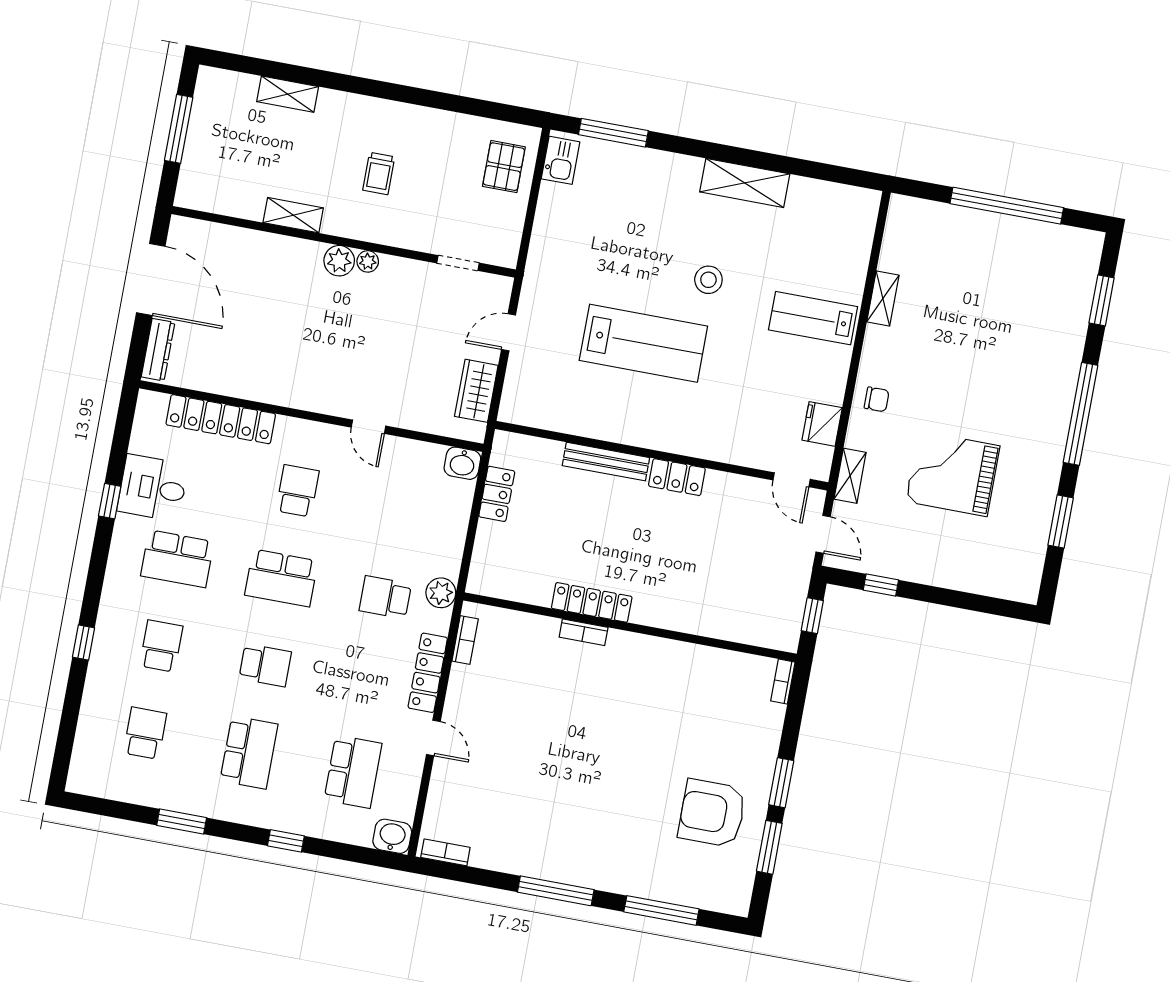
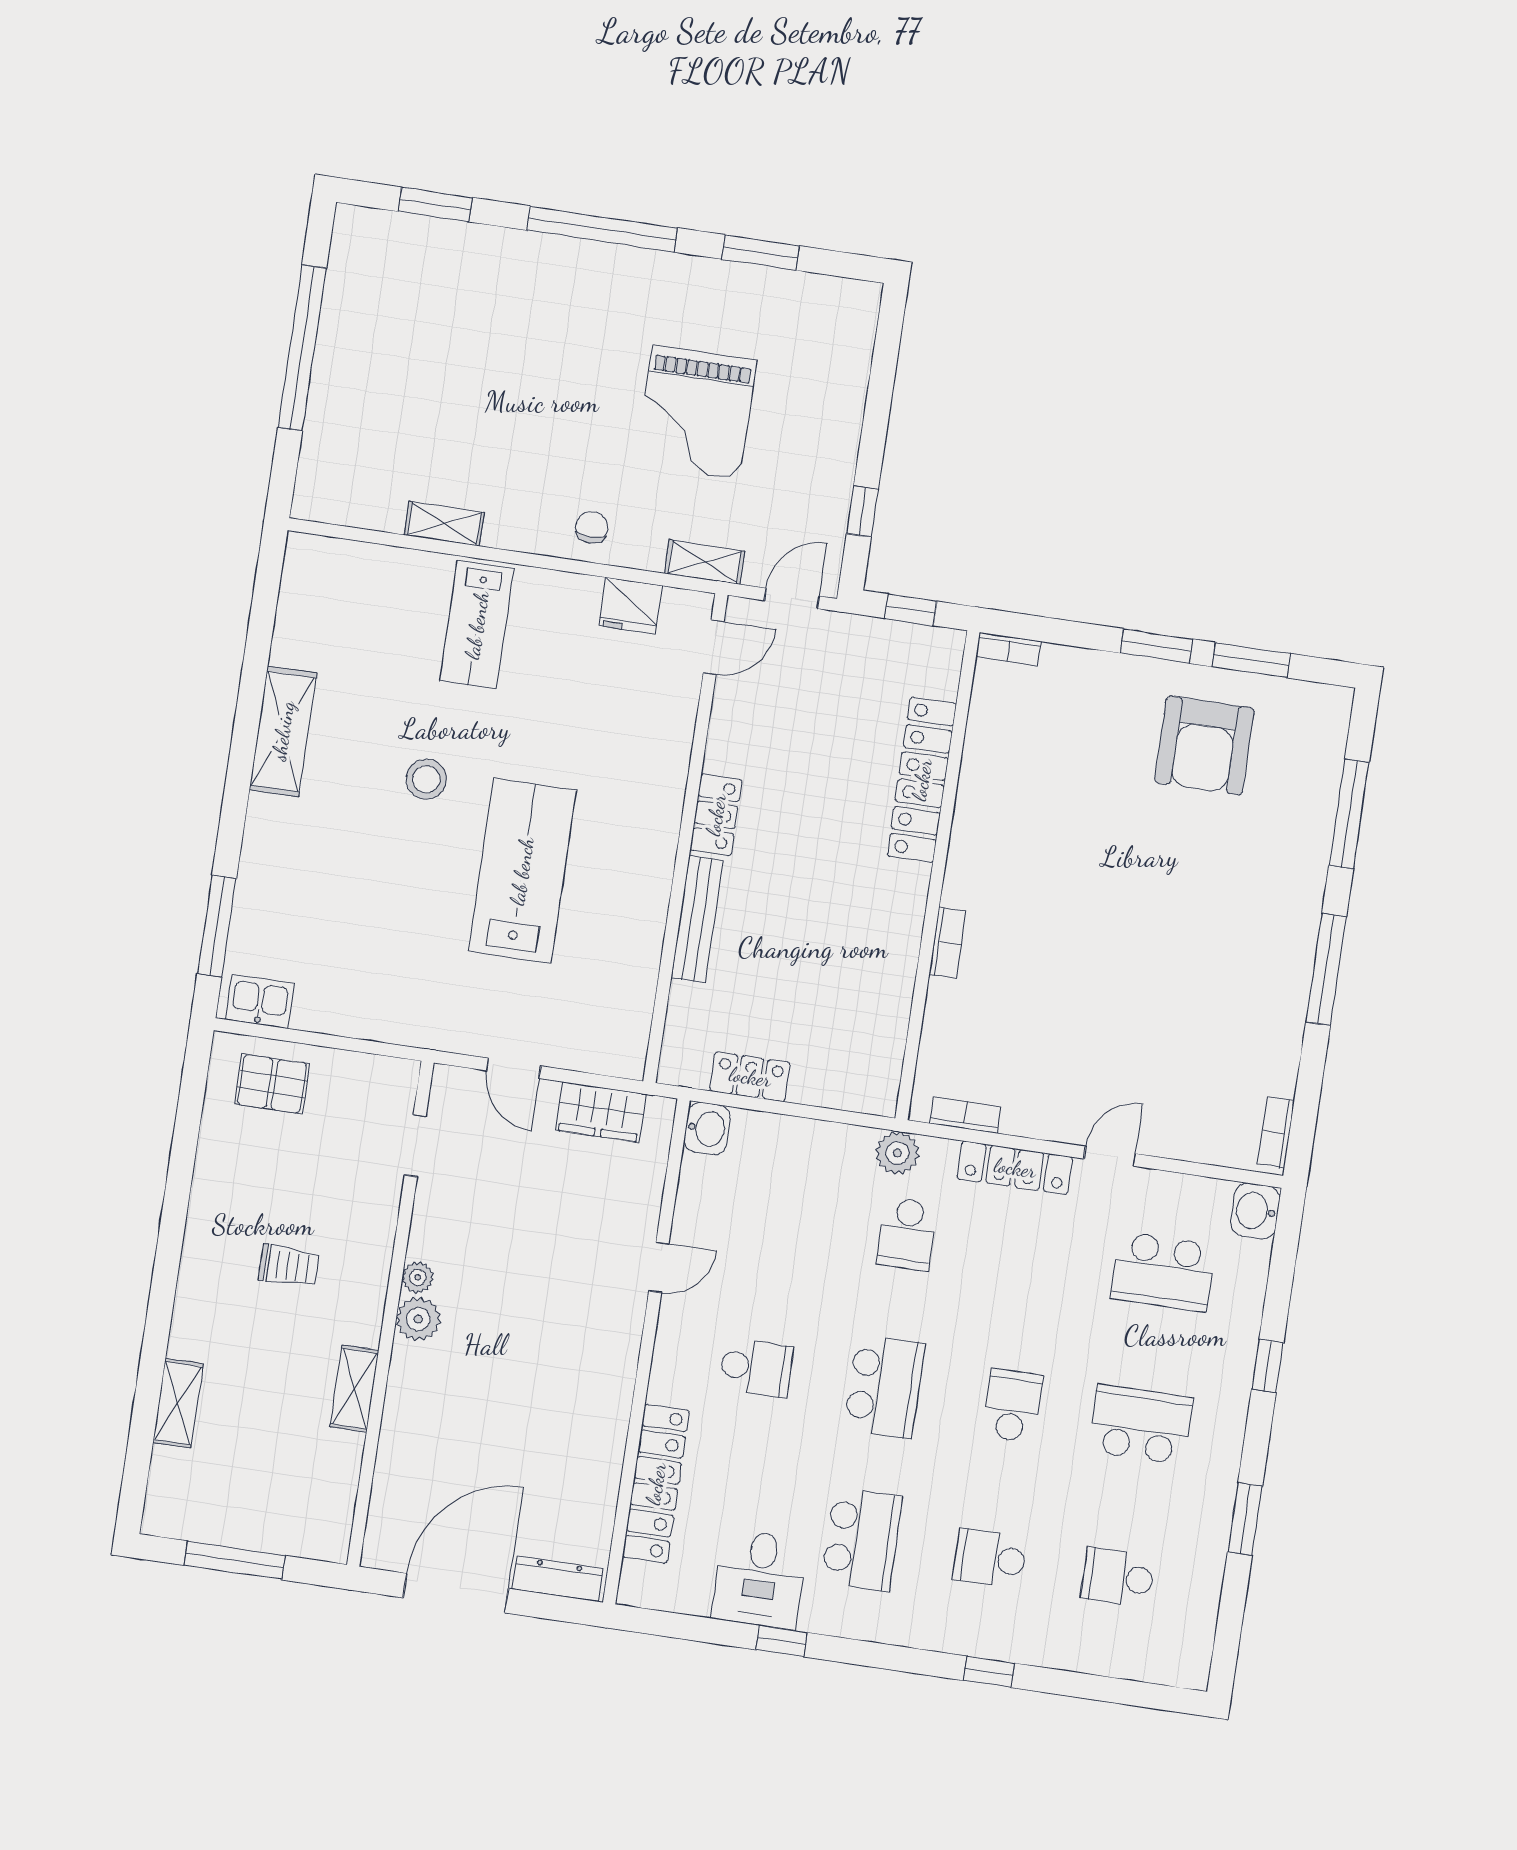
school desk: (297, 491) -> (756, 1368), turned 180
locker: (592, 602) -> (922, 780), moved, width x1.41, depth x1.21
school desk: (353, 772) -> (1163, 1272), turned 180

